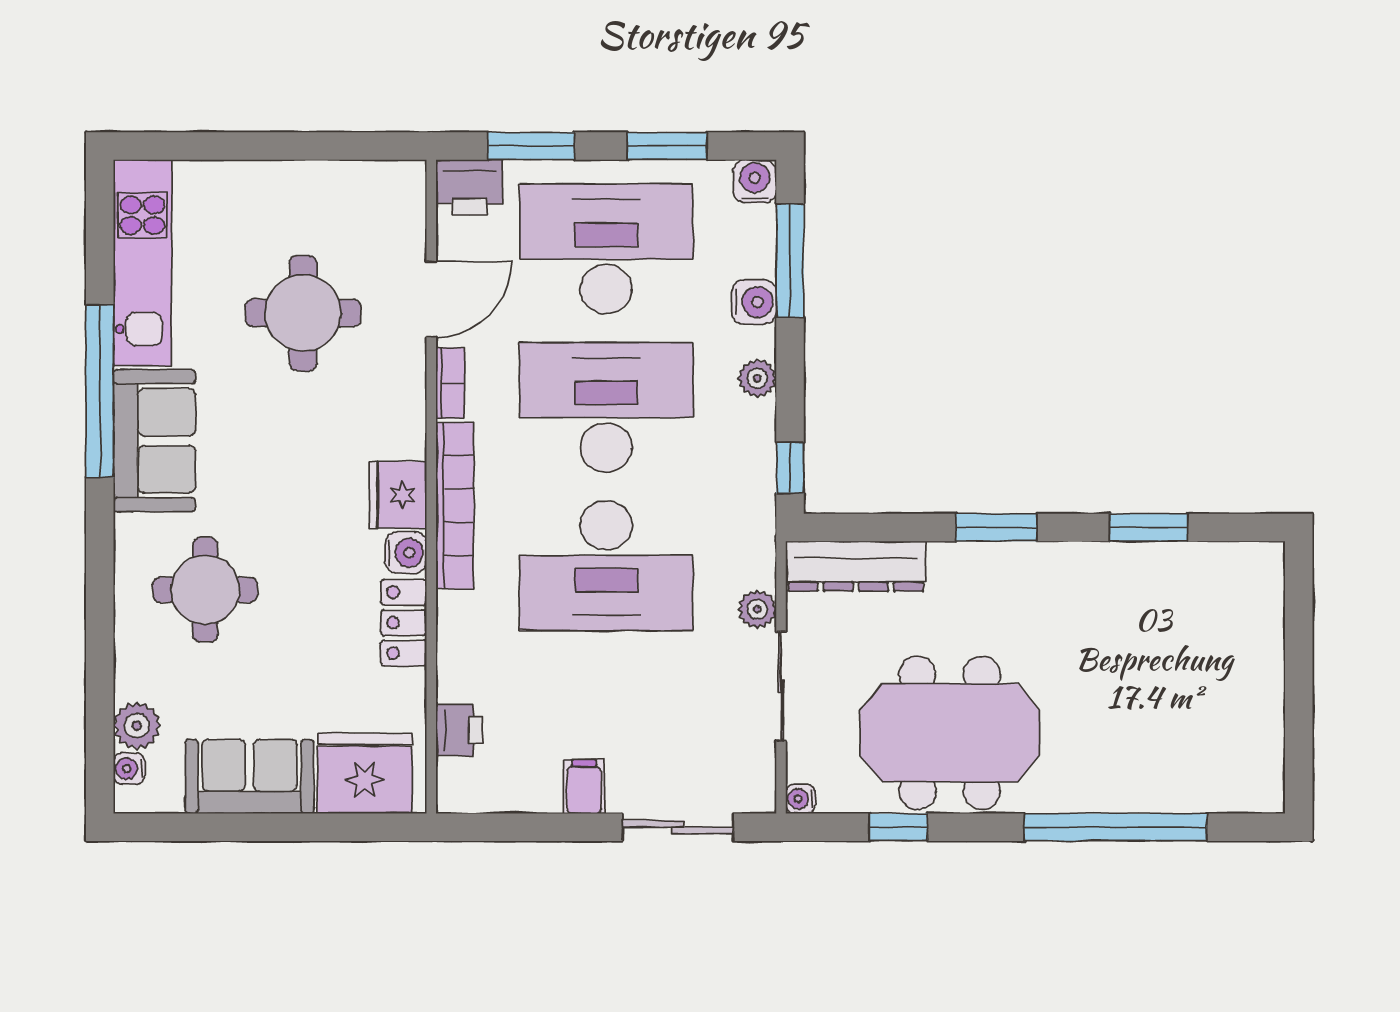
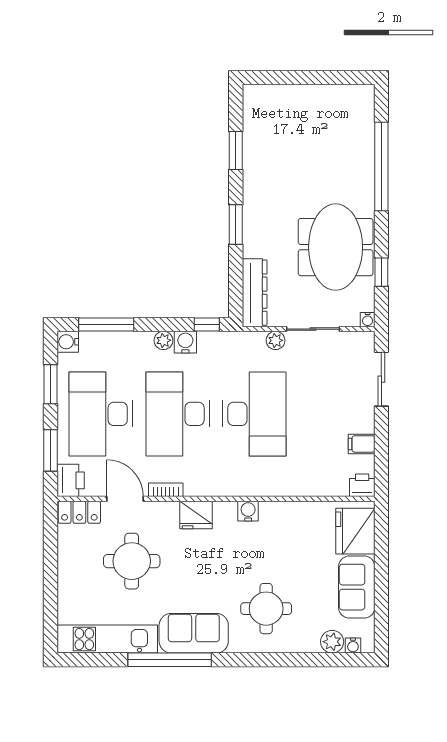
water cooler: (754, 302) -> (185, 342), moved
fridge: (398, 495) -> (196, 515), moved
bookcase: (455, 505) -> (225, 487), removed
locker: (404, 623) -> (79, 512), moved
printer: (459, 730) -> (362, 485), moved
filing cabinet: (584, 786) -> (362, 444), moved

